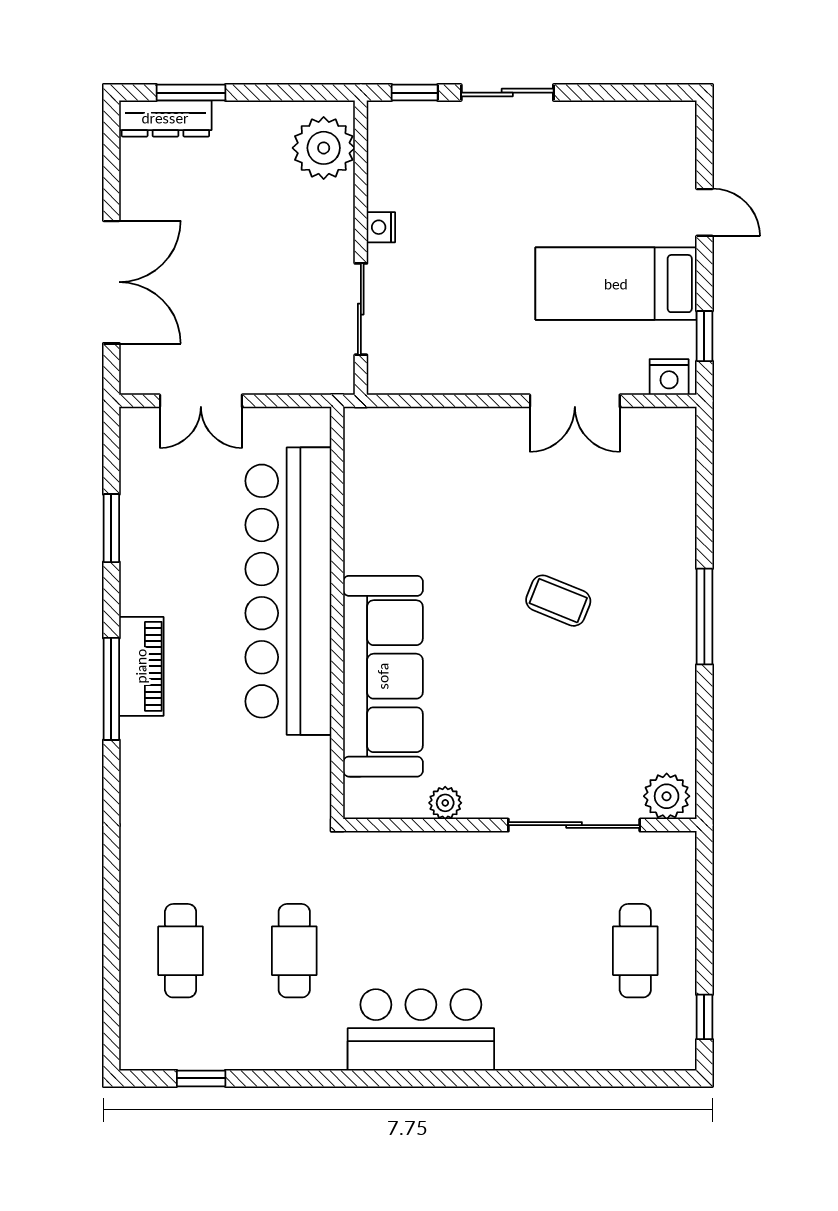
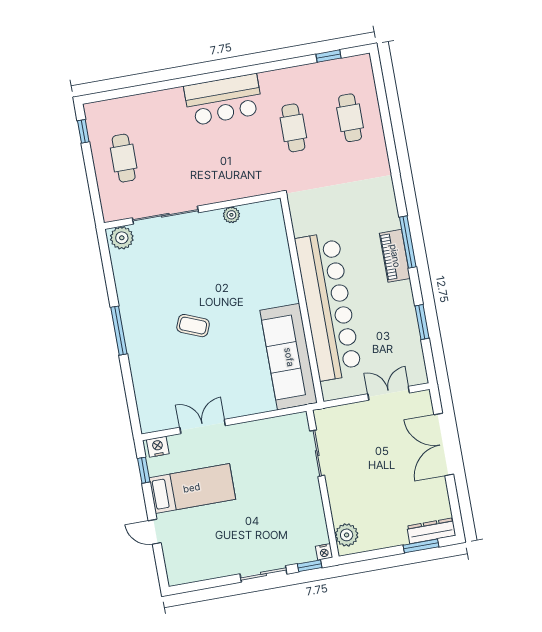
plant: (324, 148) -> (347, 535), width x0.73, depth x0.73
nightstand: (381, 227) -> (324, 552), moved, turned 90
sofa: (383, 676) -> (289, 357), moved

